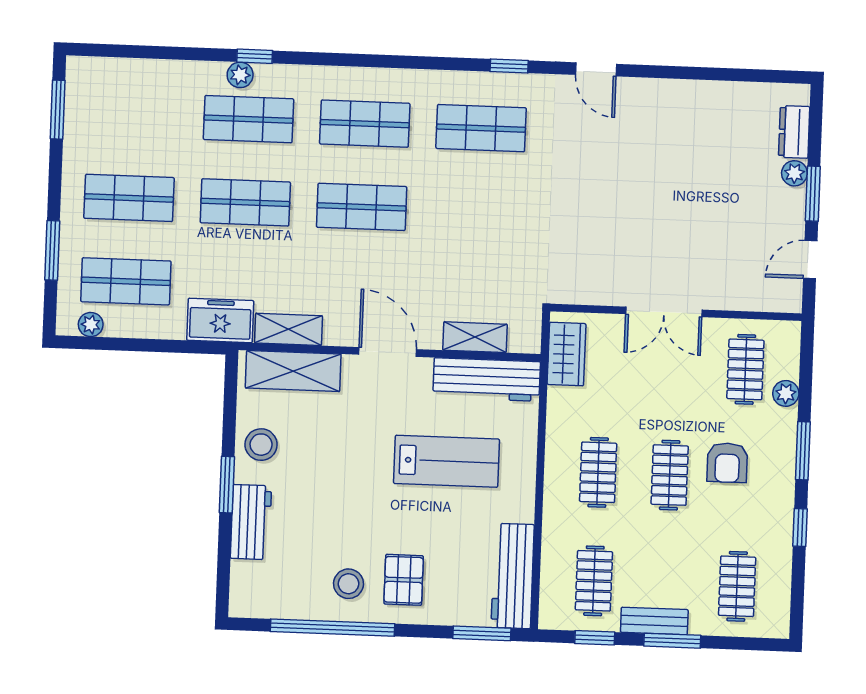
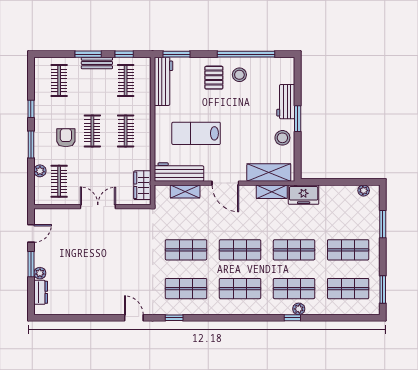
shop shelf: (478, 211) -> (186, 250), added
shop shelf: (126, 281) -> (348, 289), moved

